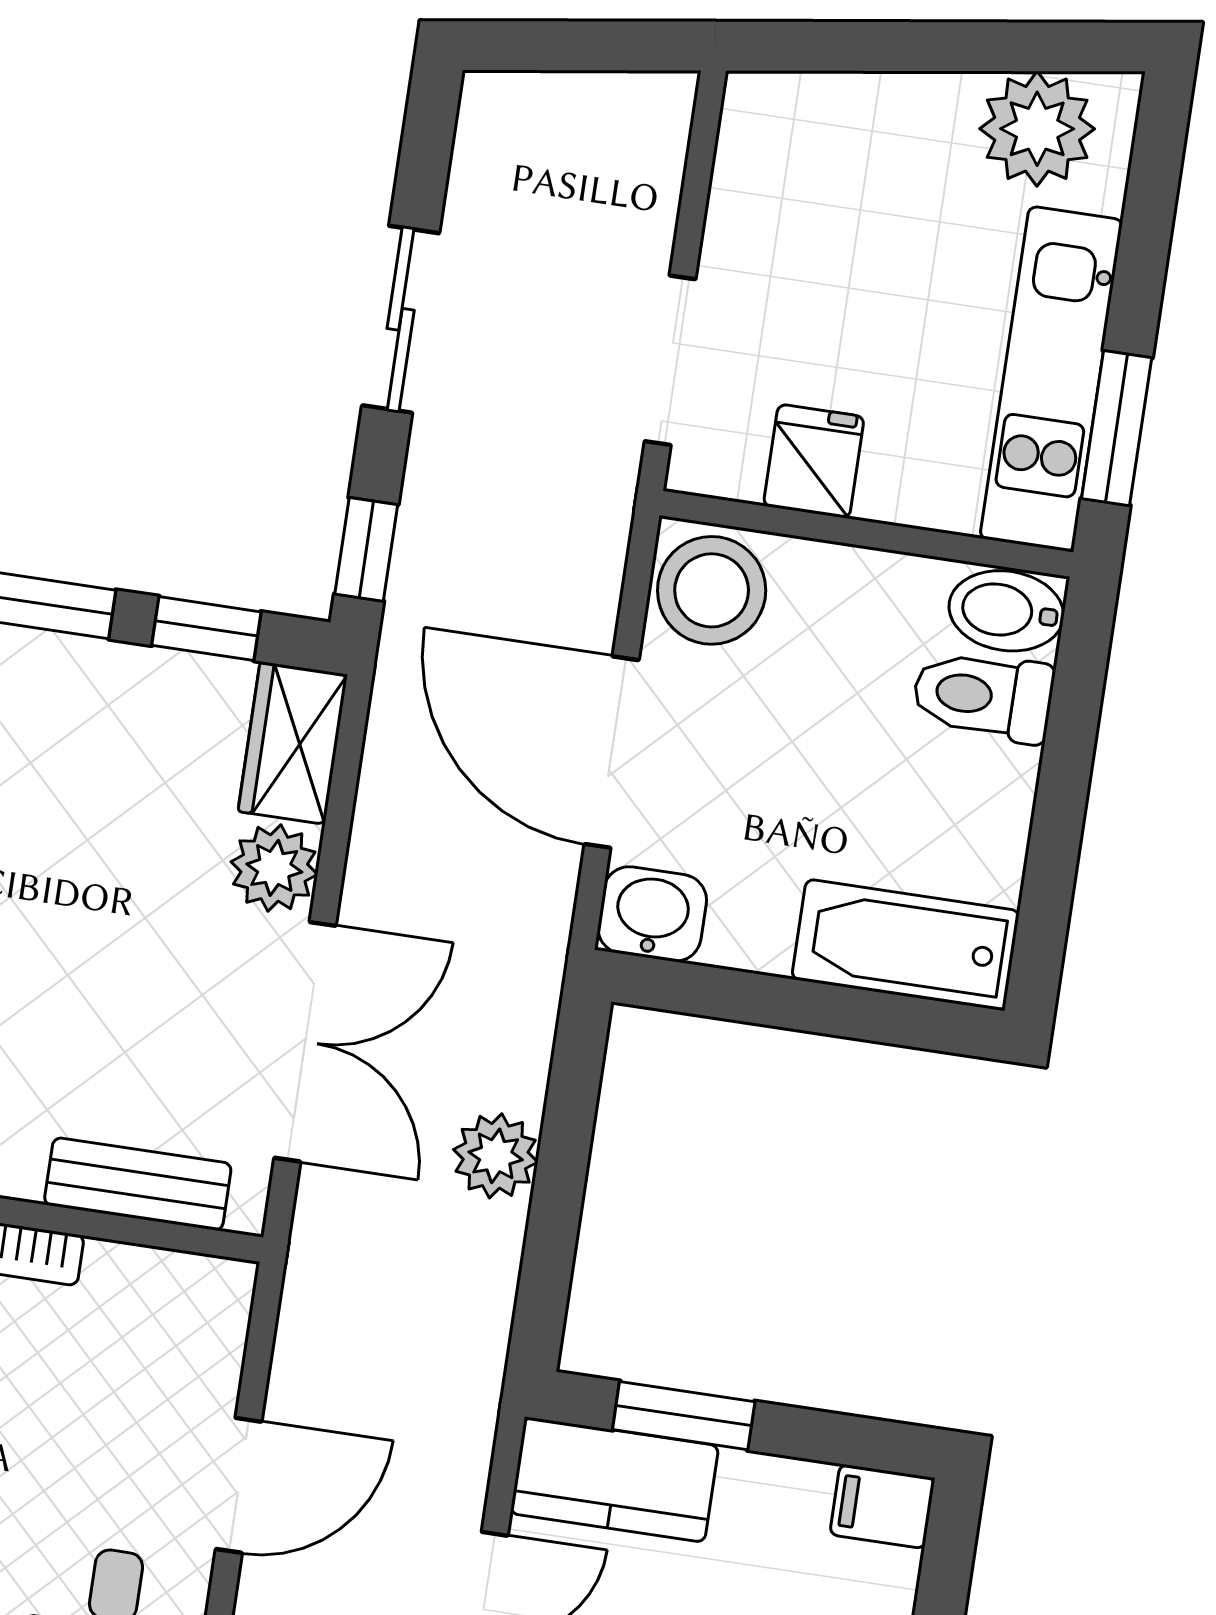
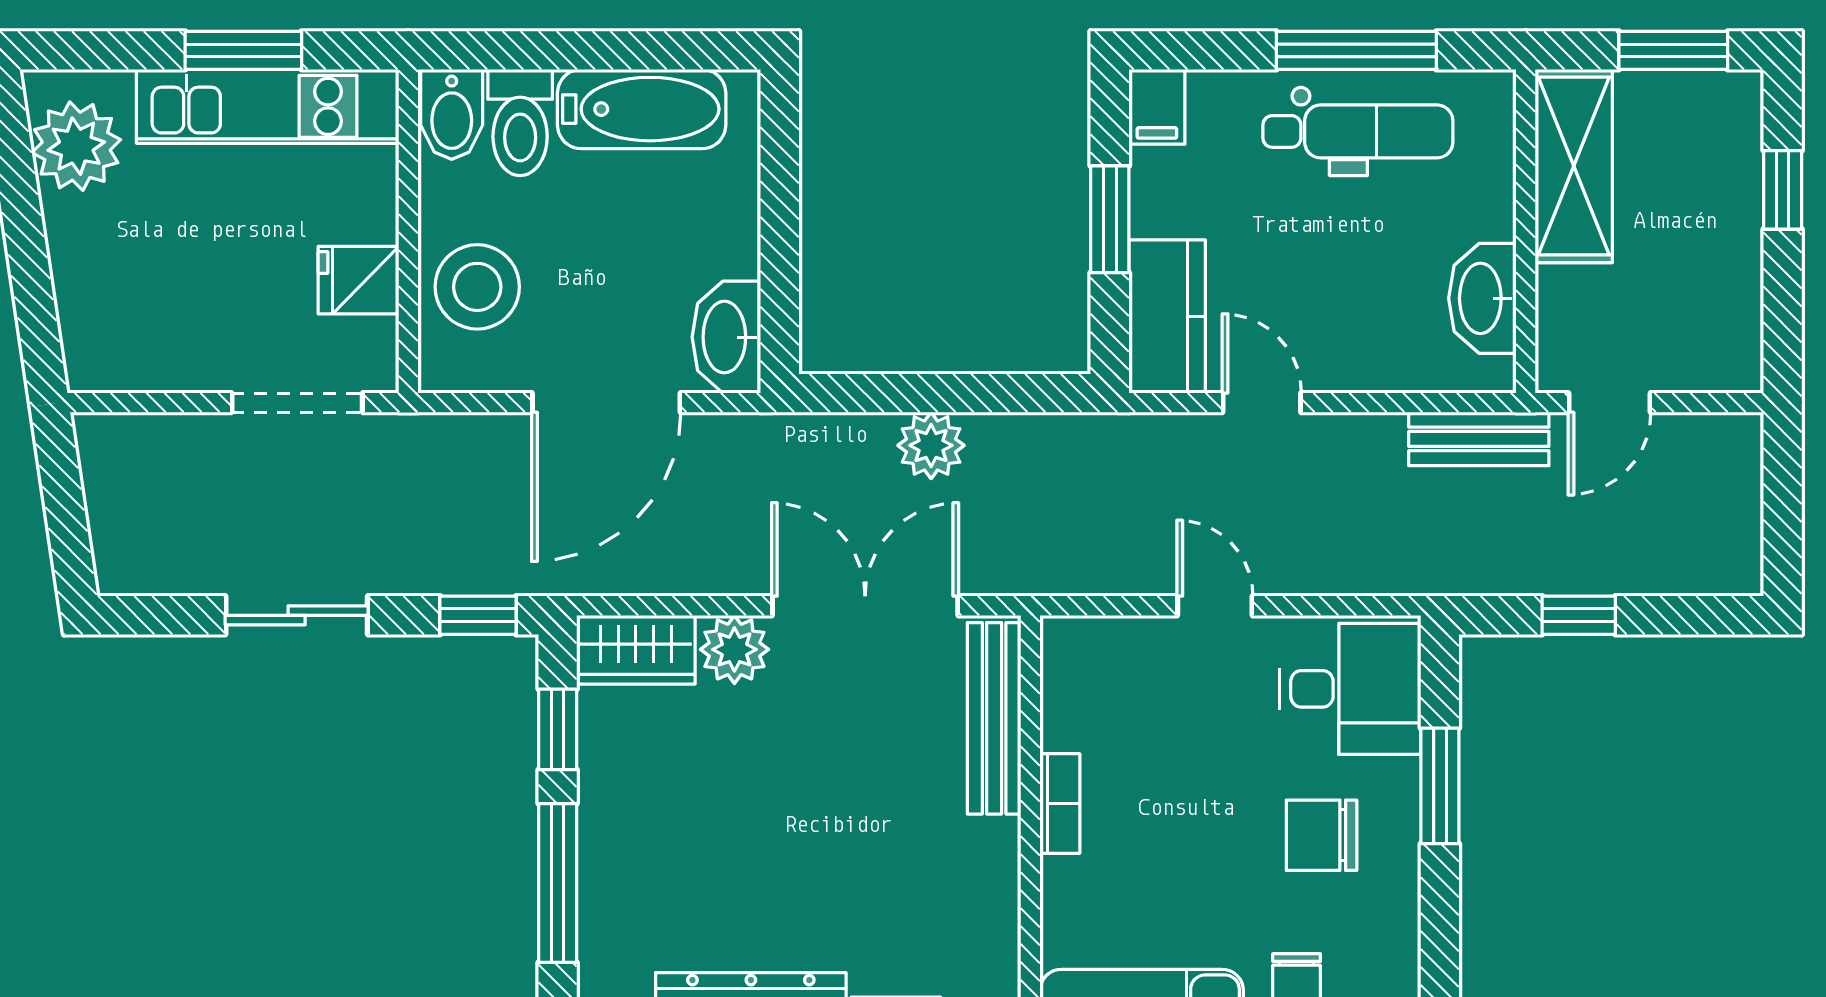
window: (1117, 428) -> (243, 50), moved
stool: (712, 590) -> (477, 287), moved
washbasin: (652, 914) -> (726, 337), width x1.38
bathtub: (906, 945) -> (642, 109), moved, turned -90
bench: (138, 1184) -> (994, 718), width x1.36
window: (684, 1416) -> (1110, 219), moved
door: (239, 1485) -> (1215, 606), width x0.73

